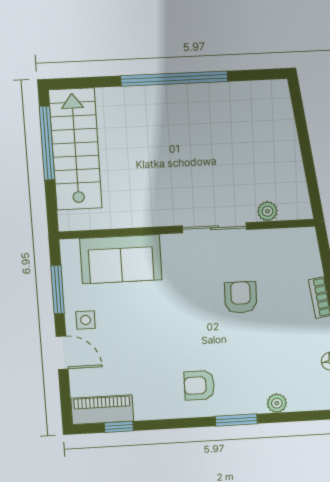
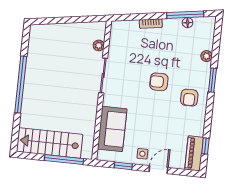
window: (47, 143) -> (64, 160), moved
window: (58, 290) -> (123, 166), width x0.67
armchair: (241, 297) -> (159, 82), moved

